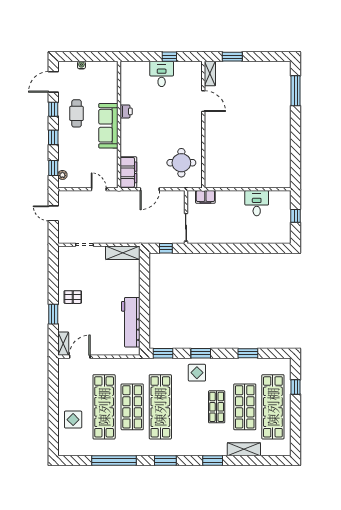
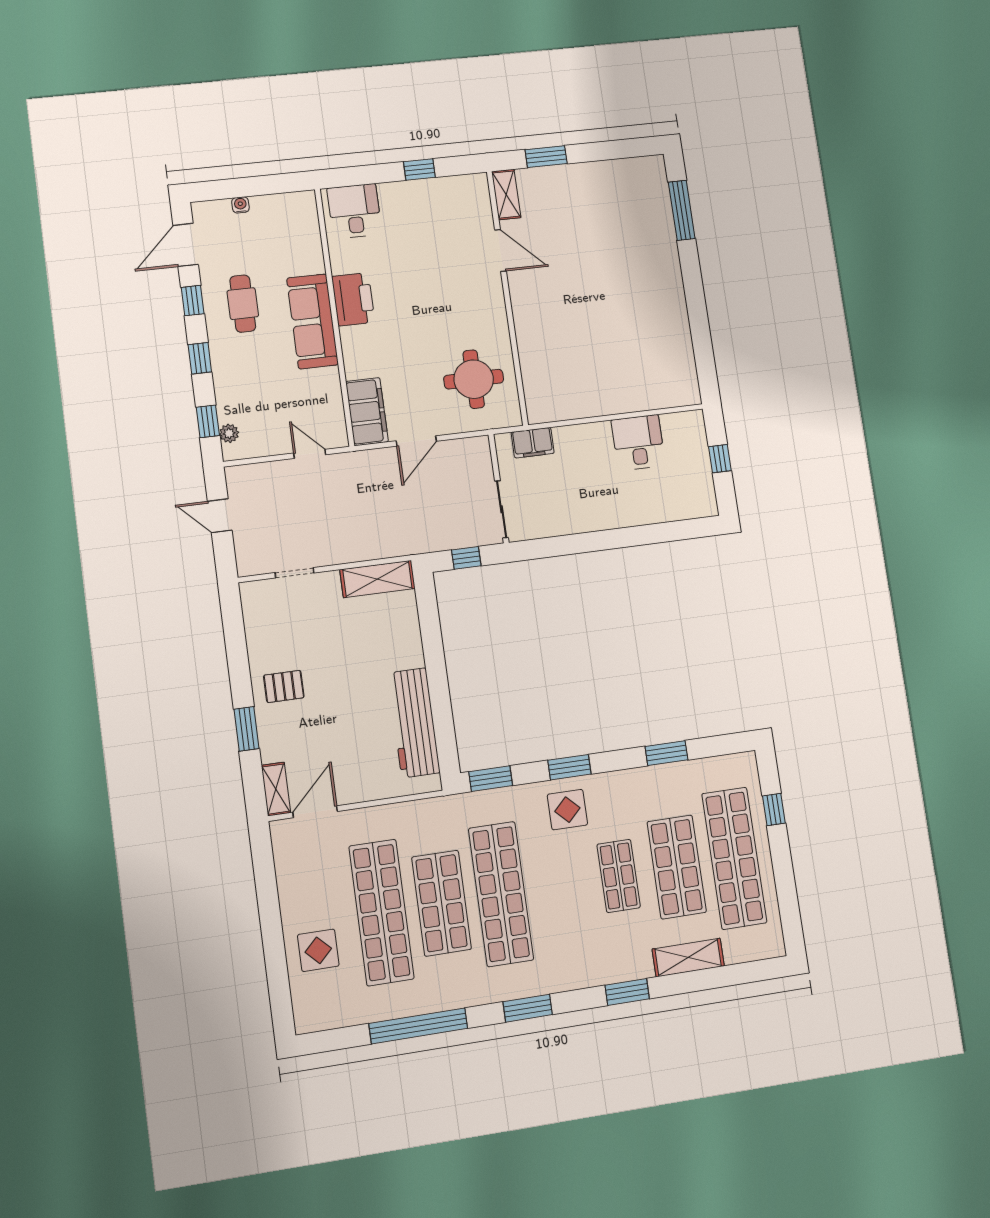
desk: (162, 74) -> (354, 211), moved
printer: (126, 111) -> (353, 299), width x1.87, depth x1.48

